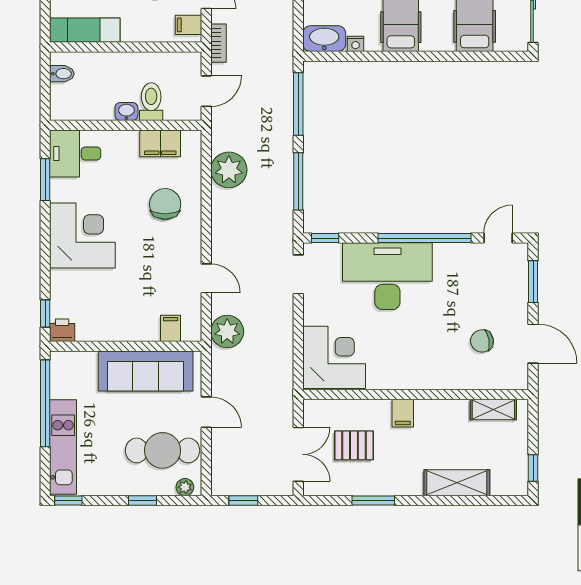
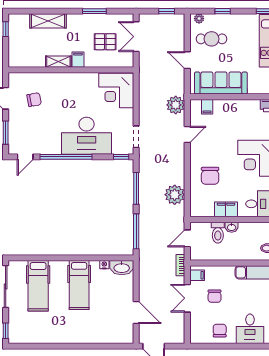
filing cabinet: (160, 143) -> (226, 209), moved
door: (206, 278) -> (187, 134), swing flipped
shelving: (493, 409) -> (58, 62), moved
cafe table: (163, 450) -> (212, 39), width x0.73, depth x0.74

